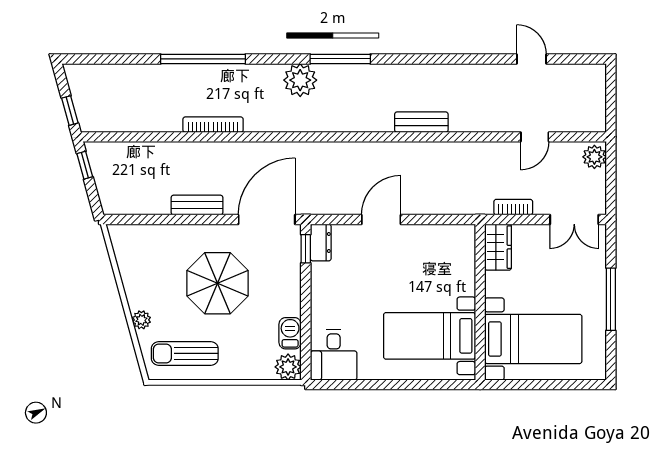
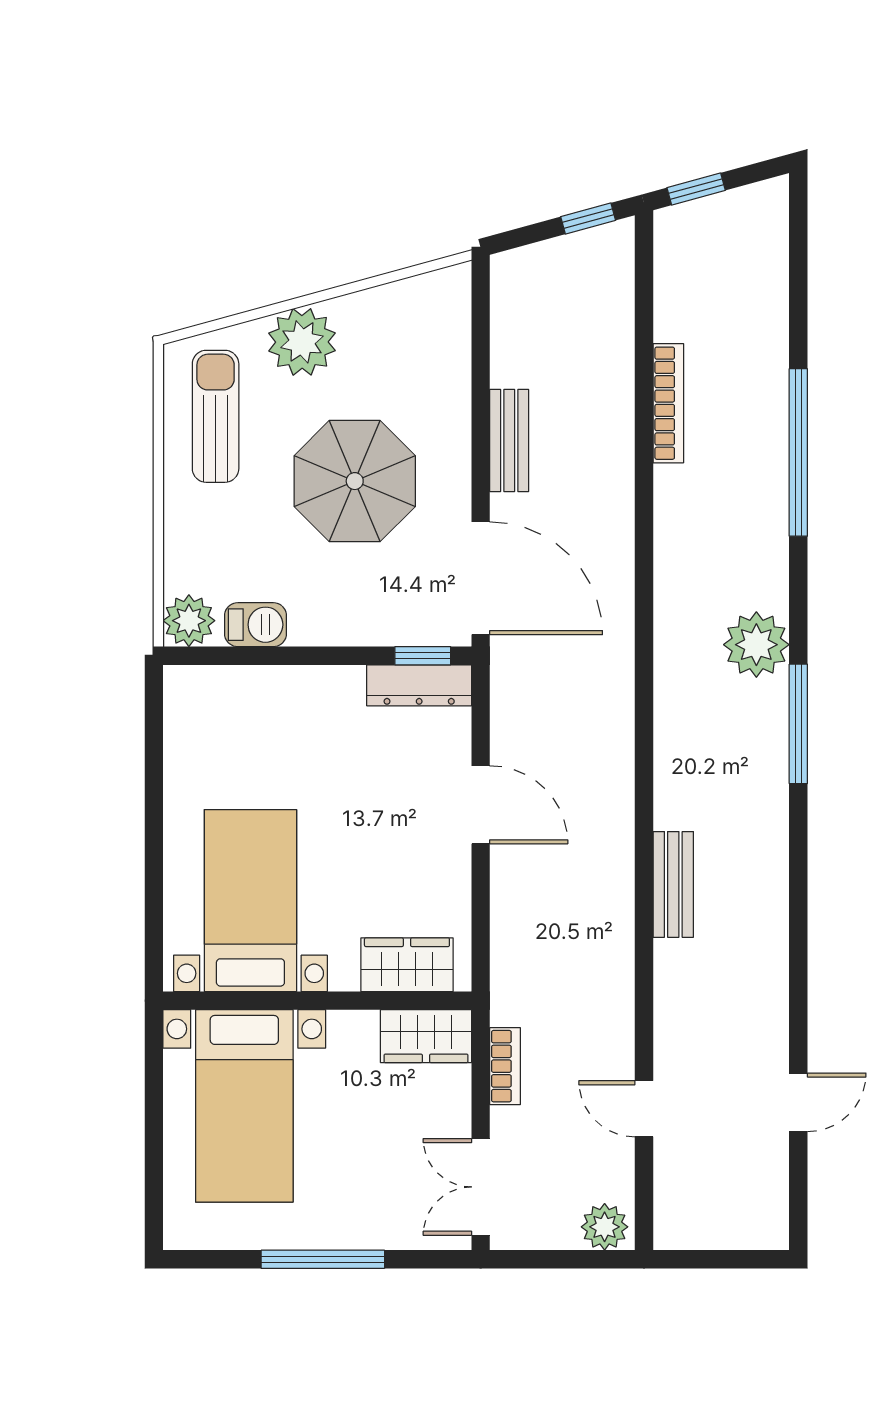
bookcase: (213, 125) -> (668, 403), moved
dresser: (321, 243) -> (419, 685), width x1.44
wardrobe: (462, 257) -> (407, 965), added
plant: (141, 320) -> (302, 342), width x1.87, depth x1.87
desk: (334, 355) -> (213, 711), removed

